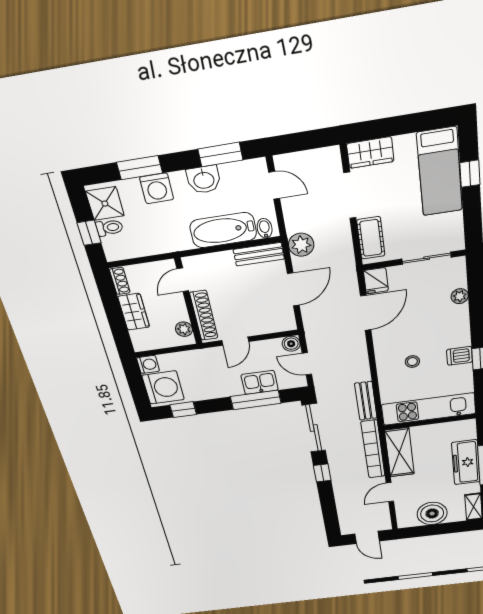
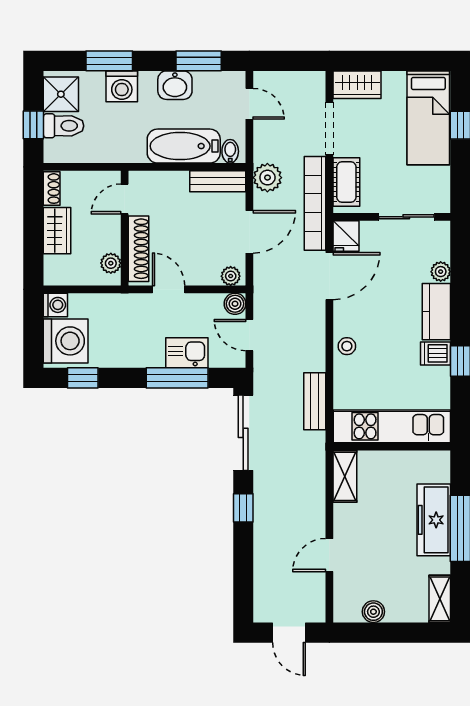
toilet: (109, 228) -> (64, 126), width x1.37, depth x1.39
plant: (284, 324) -> (231, 276), added
kitchen counter: (458, 326) -> (436, 312), added
door: (235, 341) -> (169, 289), swing flipped
stool: (412, 362) -> (347, 346), moved
bookcase: (373, 449) -> (315, 203), moved
shelving: (399, 452) -> (345, 476), width x0.67, depth x0.75
boiler: (432, 513) -> (373, 612), width x0.54, depth x0.54

